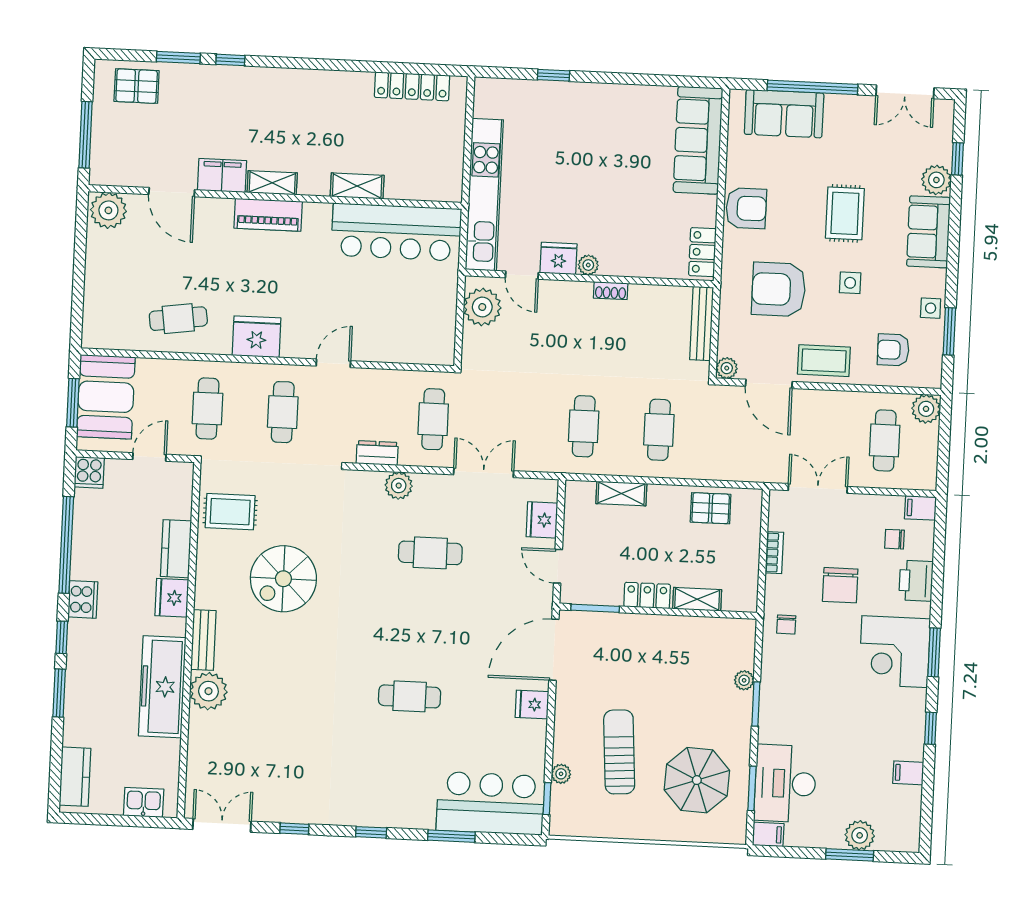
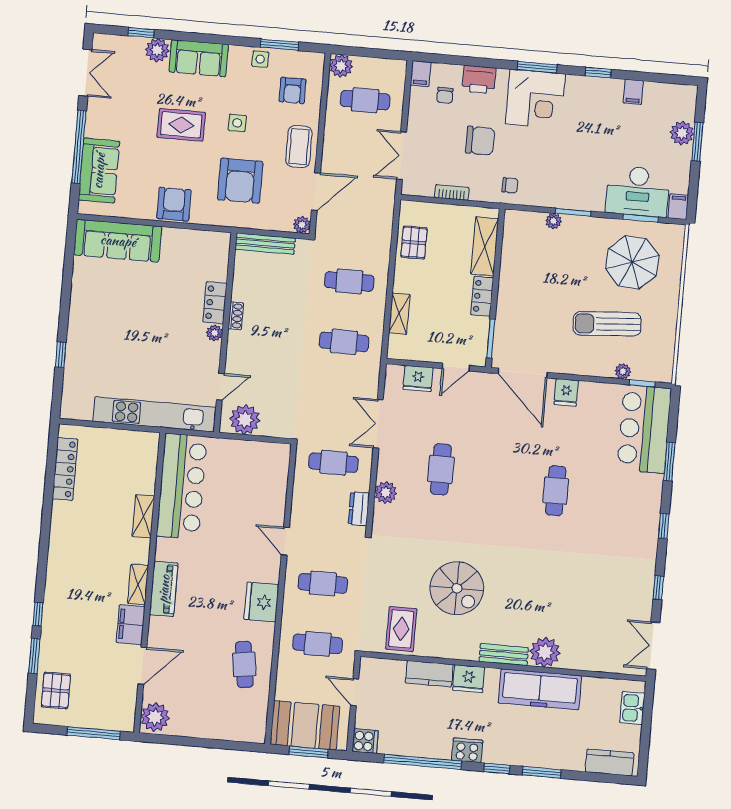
locker: (702, 252) -> (215, 303), moved, turned 90
fridge: (559, 258) -> (208, 357), removed
shelving: (697, 599) -> (485, 246), width x1.50, depth x1.33

